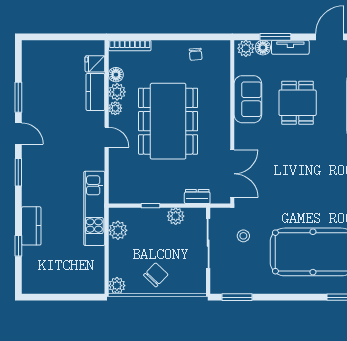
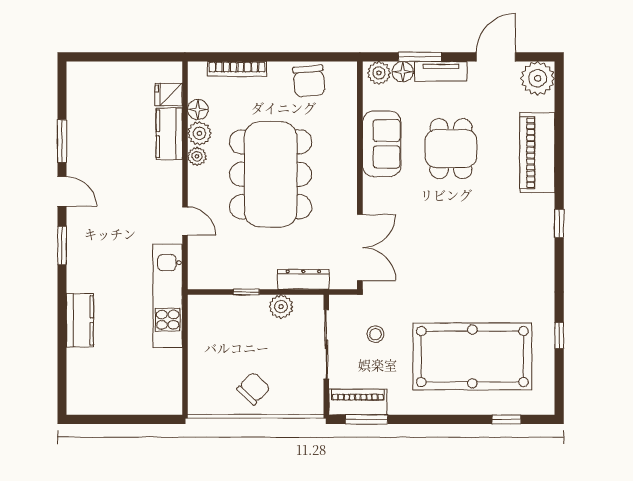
bookcase: (130, 46) -> (237, 69), moved
chair: (196, 54) -> (309, 81), width x1.87, depth x1.87
door: (107, 137) -> (185, 221), moved
dresser: (197, 197) -> (303, 279), width x1.44
plant: (118, 230) -> (201, 326), removed
window: (18, 246) -> (62, 348), removed
piano: (231, 285) -> (358, 402), added
plant: (117, 286) -> (199, 403), removed

